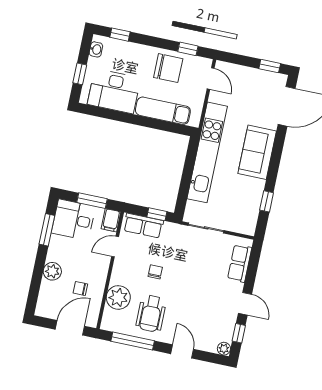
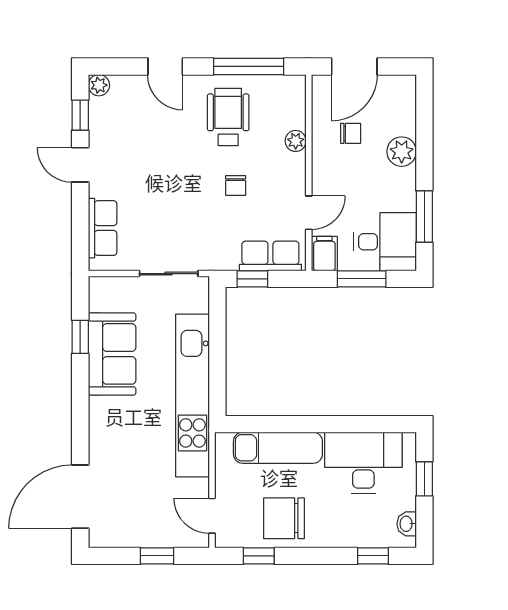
window: (270, 66) -> (157, 556), moved
sofa: (257, 152) -> (112, 354), moved
plant: (118, 297) -> (296, 141), width x0.53, depth x0.53

